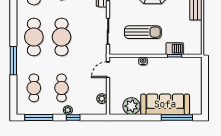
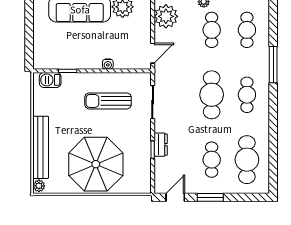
cafe table: (34, 37) -> (247, 95), width x0.73, depth x0.74
barbecue: (175, 49) -> (50, 80), moved
plant: (102, 99) -> (166, 16), width x1.88, depth x1.88

